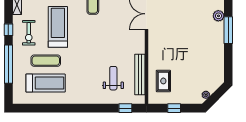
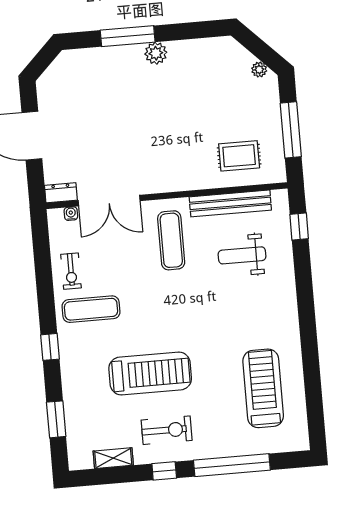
plant: (218, 16) -> (156, 53), moved
treadmill: (58, 27) -> (150, 374), turned 180
exercise mat: (46, 61) -> (171, 240), moved
window: (174, 108) -> (291, 130), width x2.17

